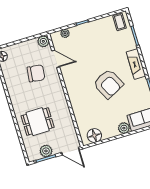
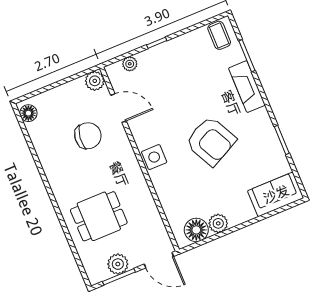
fireplace: (136, 64) -> (247, 87), moved
side table: (74, 90) -> (154, 157), added
plant: (124, 128) -> (218, 223), moved

